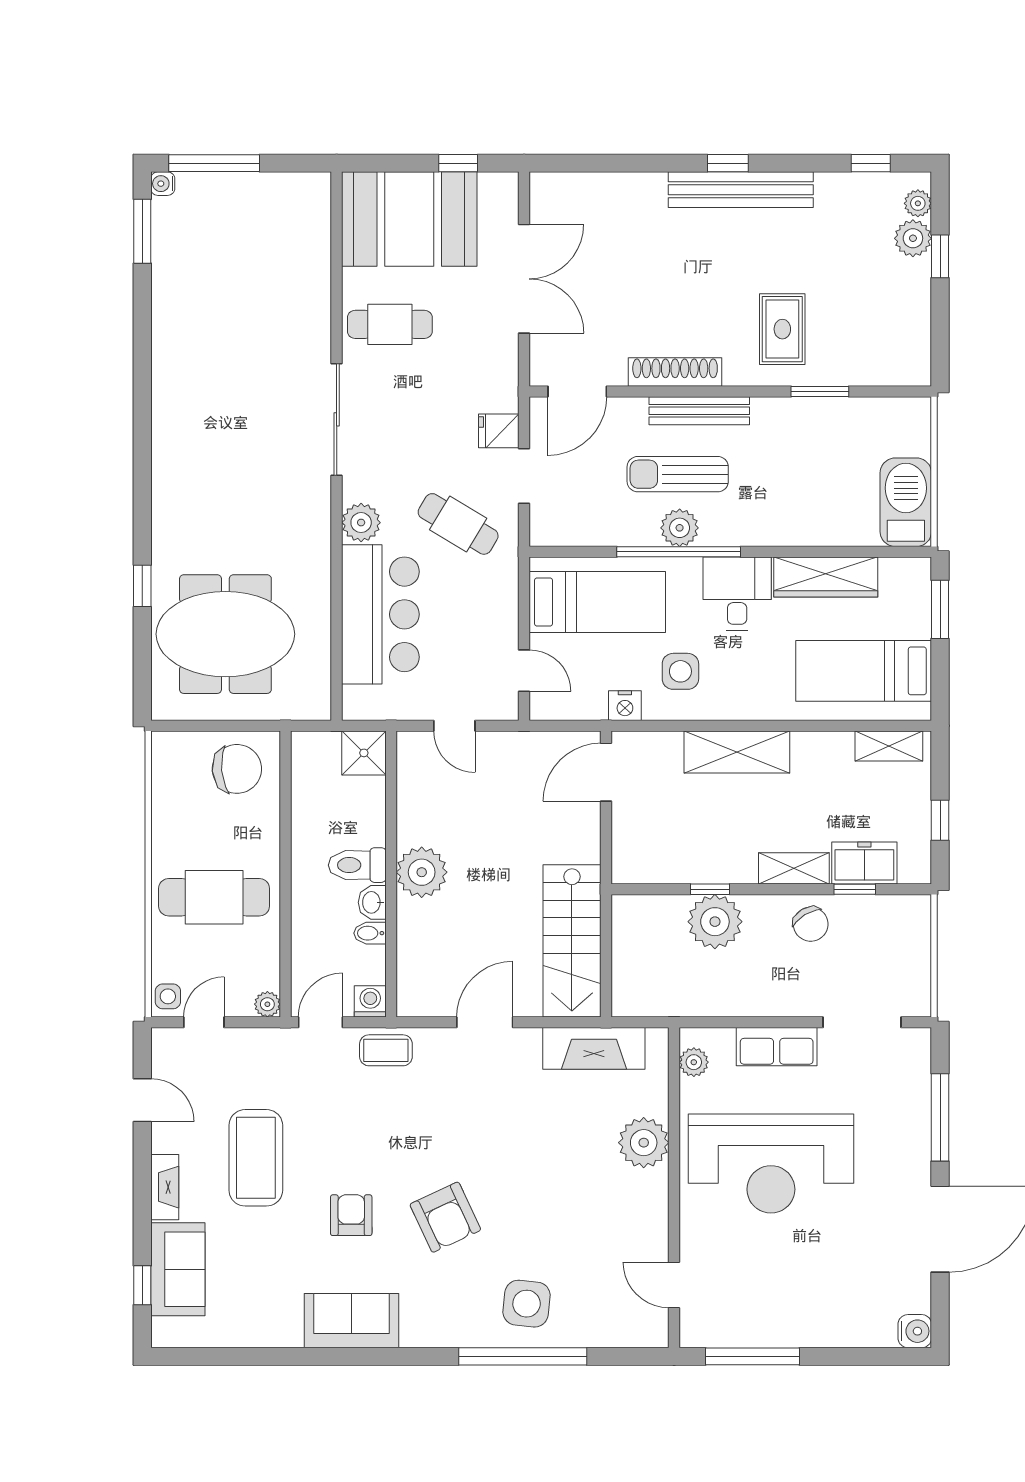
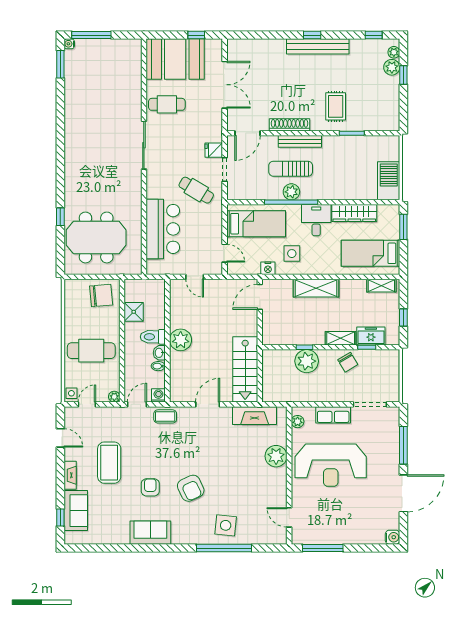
plant: (361, 523) -> (154, 190), removed
shower: (364, 753) -> (134, 312), moved

